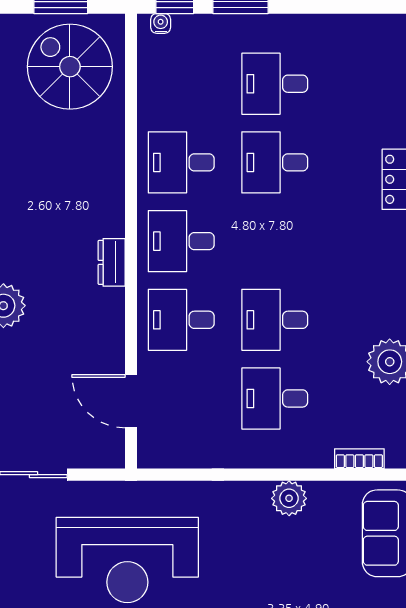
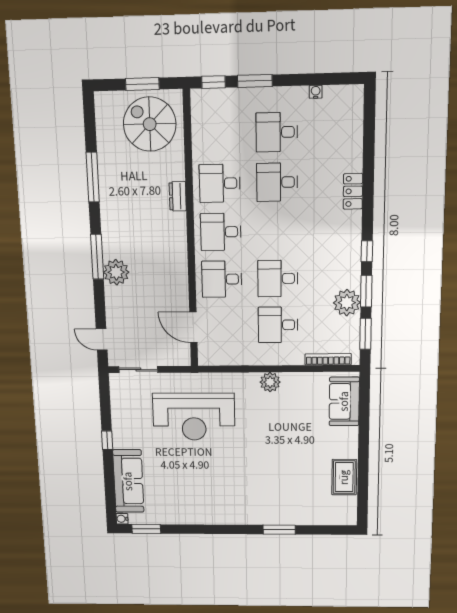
water cooler: (161, 23) -> (316, 92), moved
dresser: (112, 262) -> (178, 196), moved
bookcase: (359, 459) -> (328, 359), width x1.56
plant: (289, 498) -> (270, 382), moved

